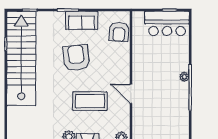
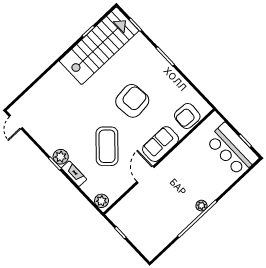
sofa: (82, 20) -> (160, 144), moved, turned 90
stairs: (21, 58) -> (99, 46), width x0.73
coffee table: (90, 101) -> (107, 146), turned 43

